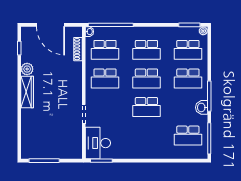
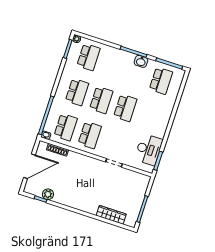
plant: (27, 69) -> (48, 194), moved
school desk: (188, 78) -> (113, 65), removed
wardrobe: (27, 92) -> (111, 215), moved
desk: (98, 143) -> (149, 150), moved, turned -90

